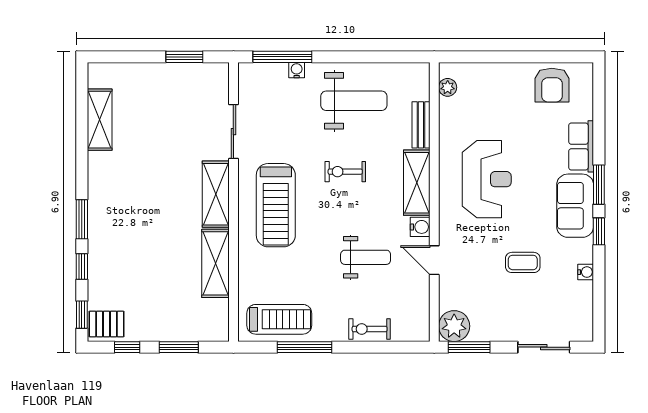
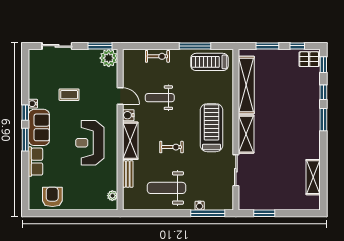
shelving: (215, 263) -> (246, 85), width x1.47
water cooler: (586, 272) -> (33, 104), moved

